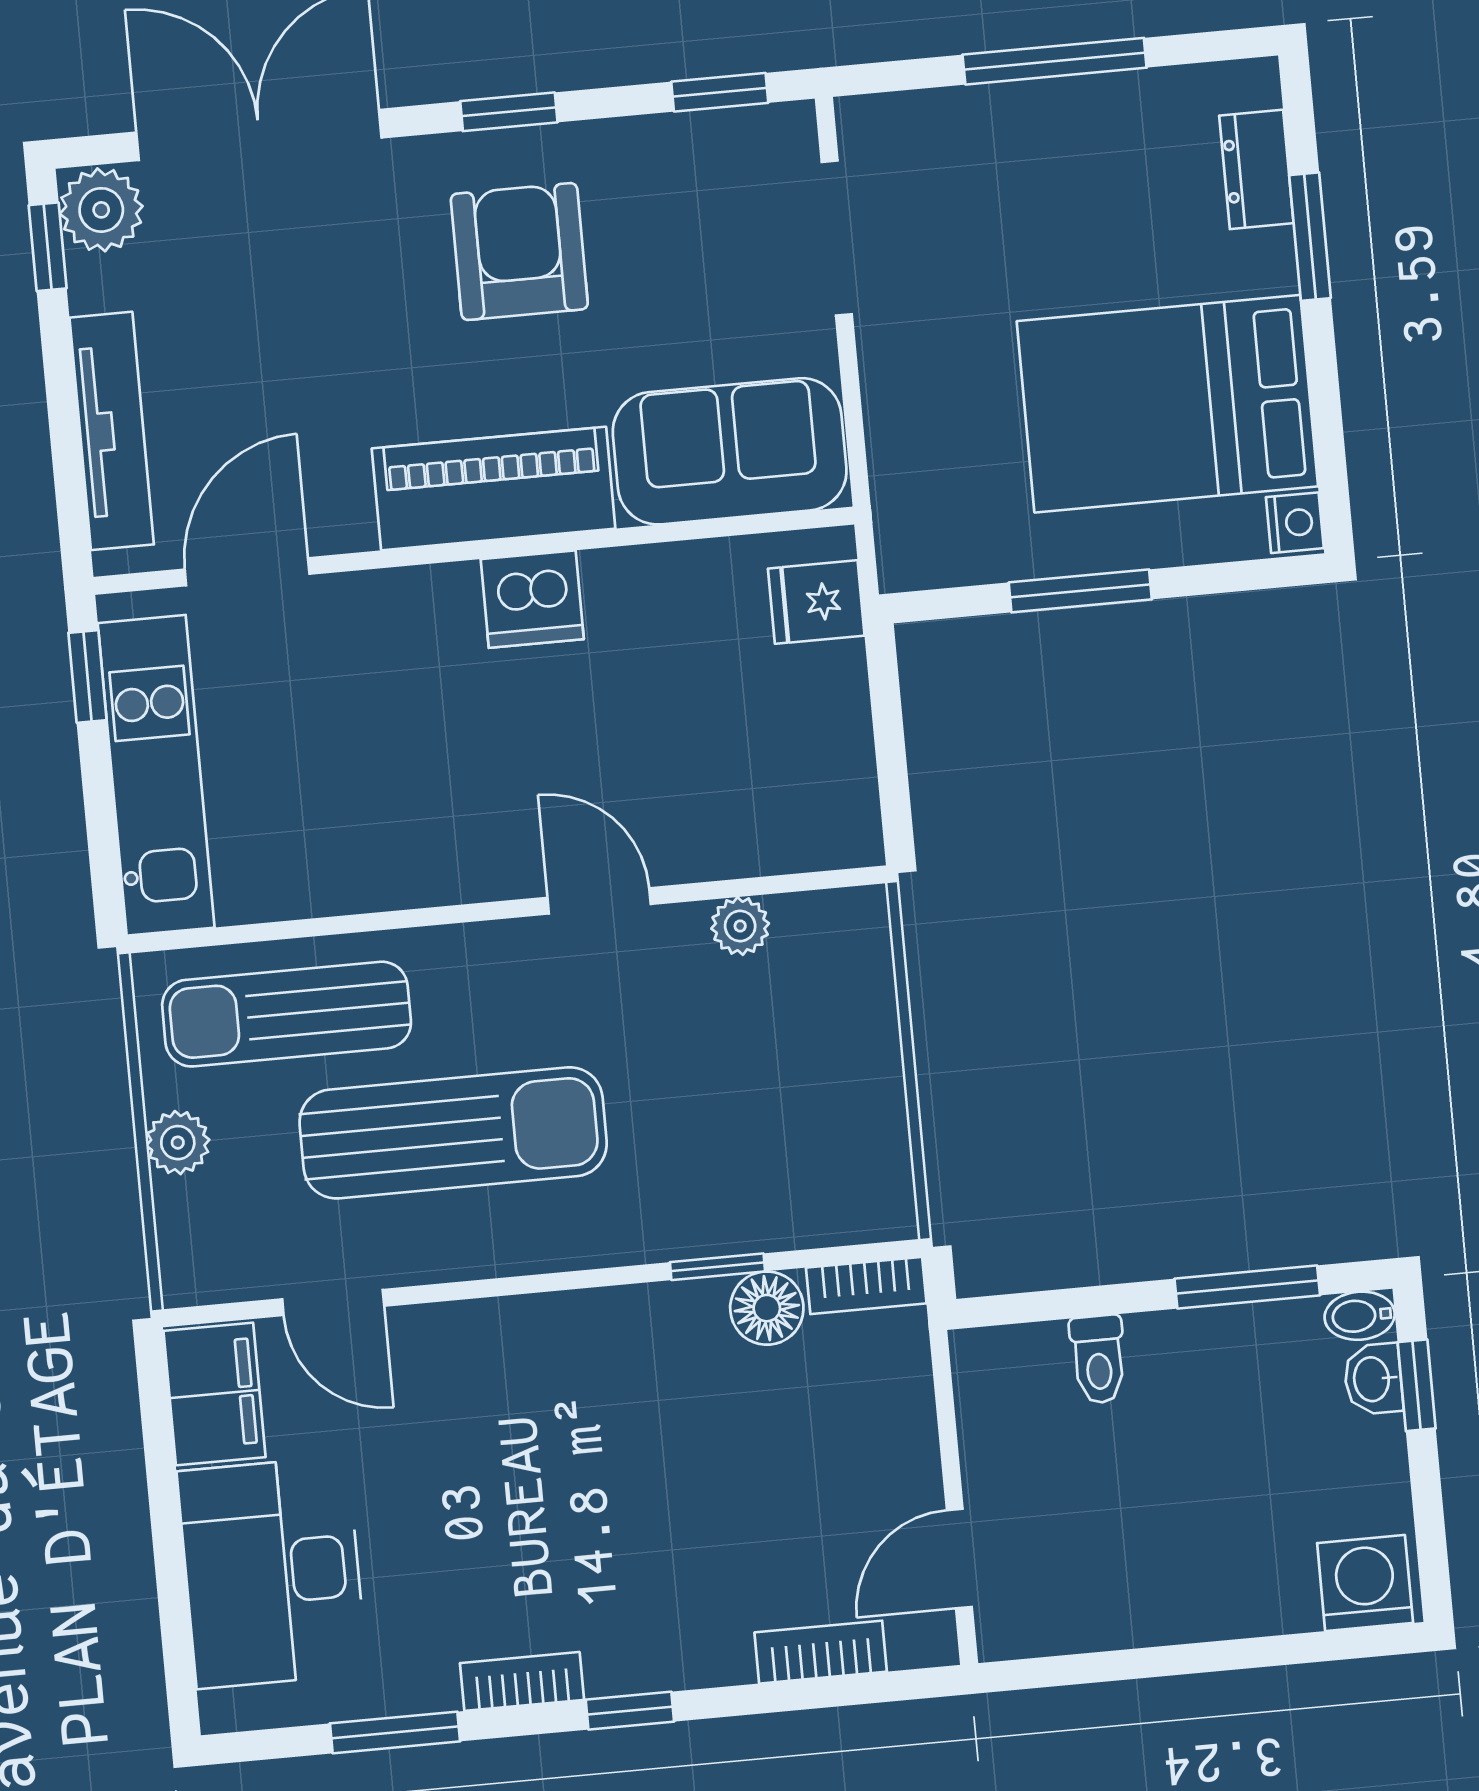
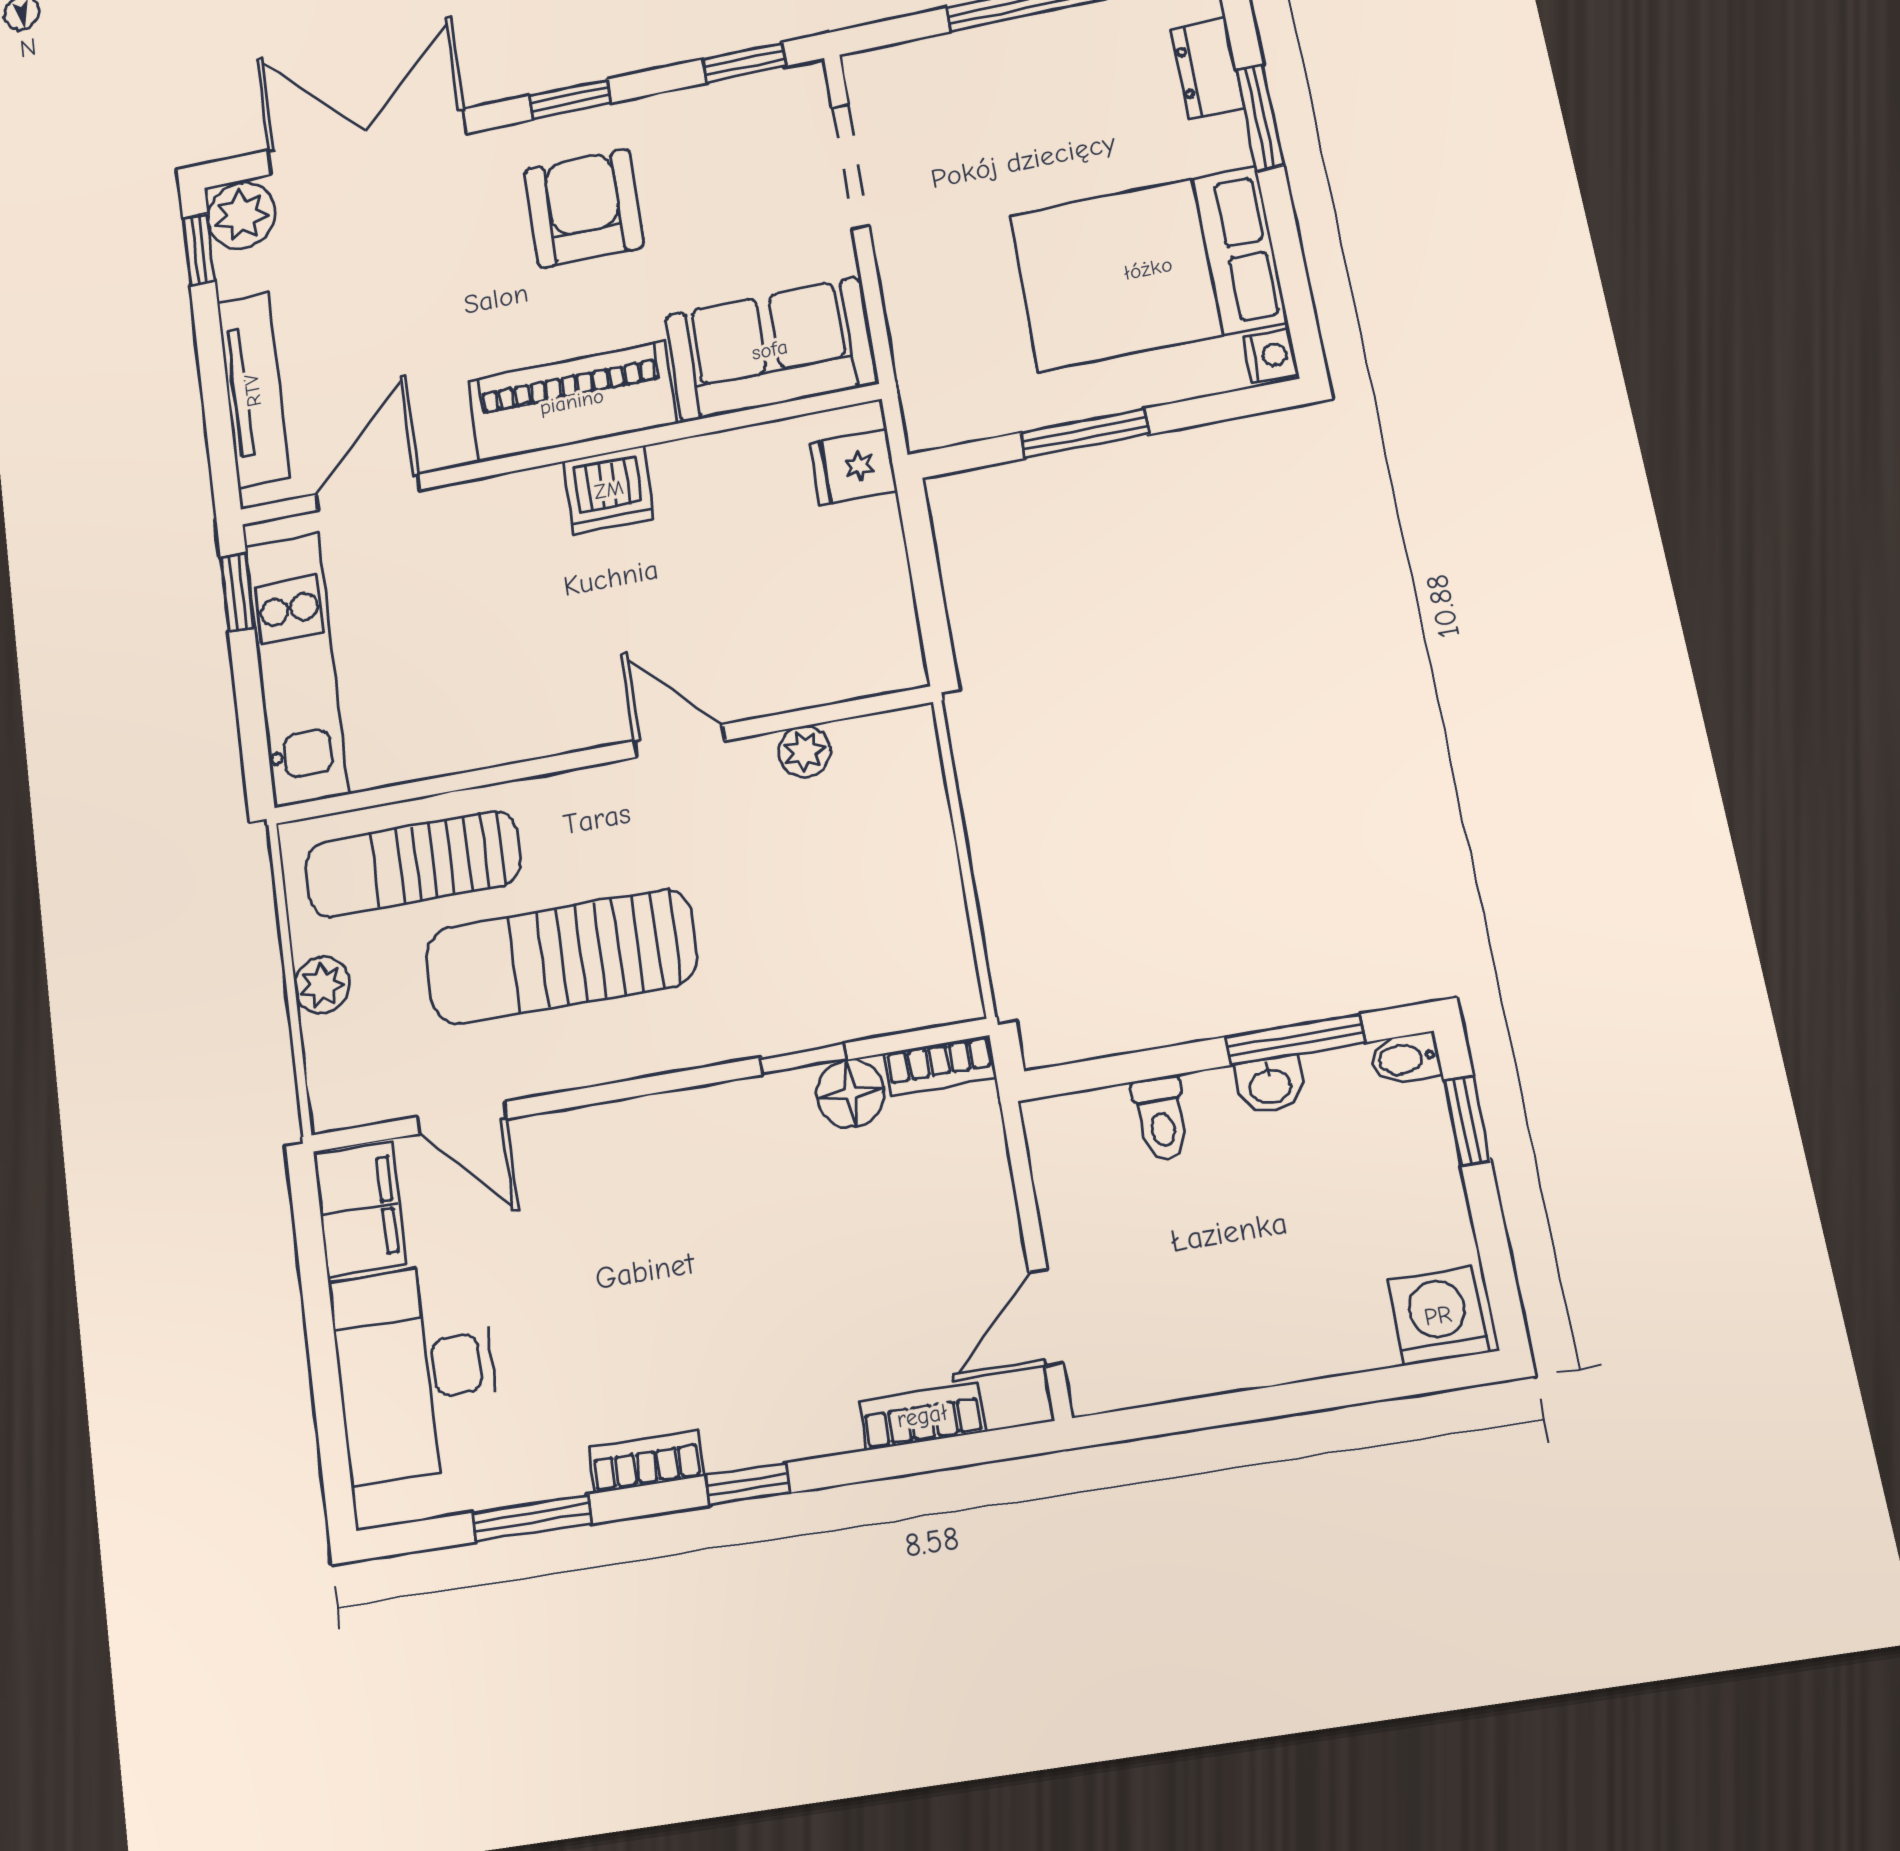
sun lounger: (453, 1133) -> (561, 957), turned 180
washbasin: (1373, 1379) -> (1270, 1085), moved, turned -90

